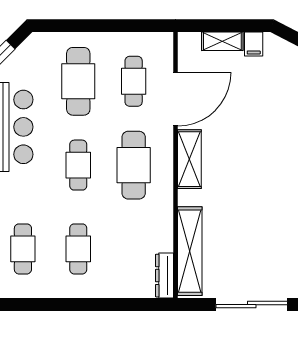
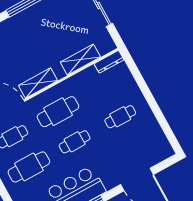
cafe table: (23, 249) -> (137, 147), removed
shelving: (190, 251) -> (80, 60), width x0.68

